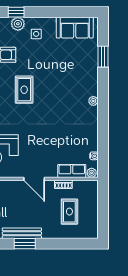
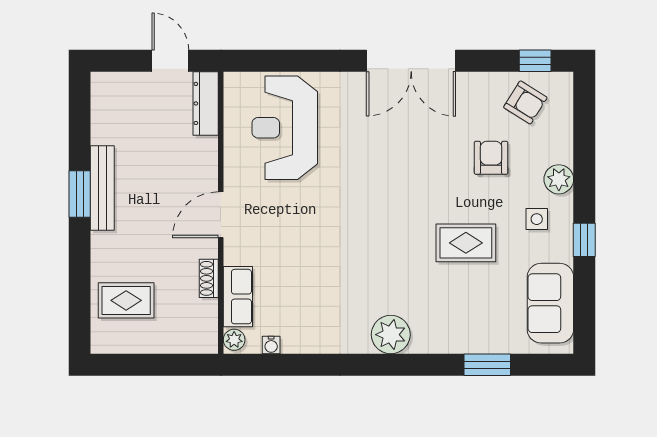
window: (16, 12) -> (584, 240), moved
rug: (24, 90) -> (466, 243), moved
plant: (93, 101) -> (391, 335), width x1.88, depth x1.88
rug: (69, 212) -> (126, 300), moved

